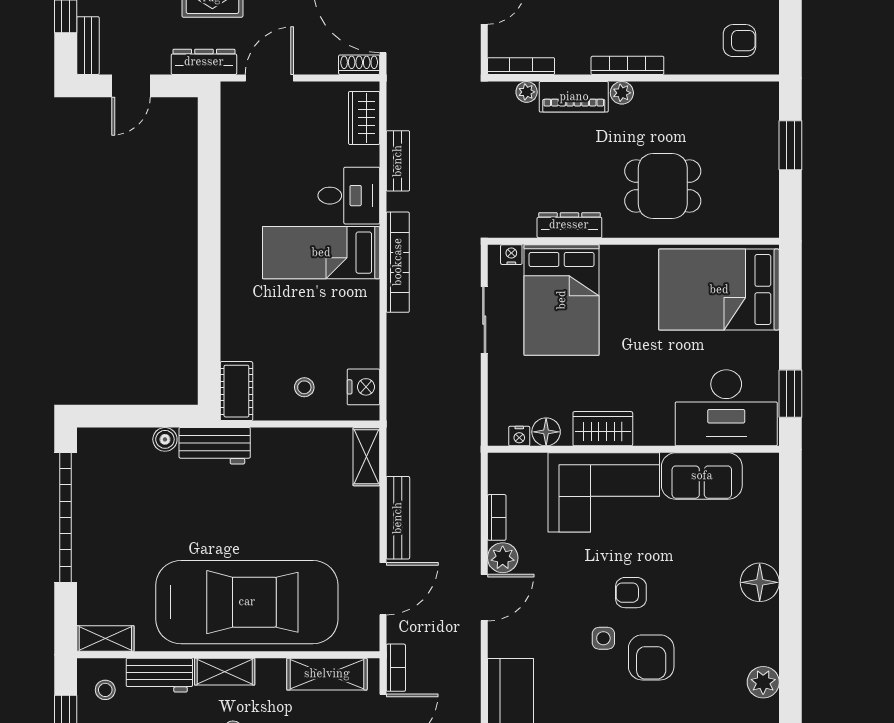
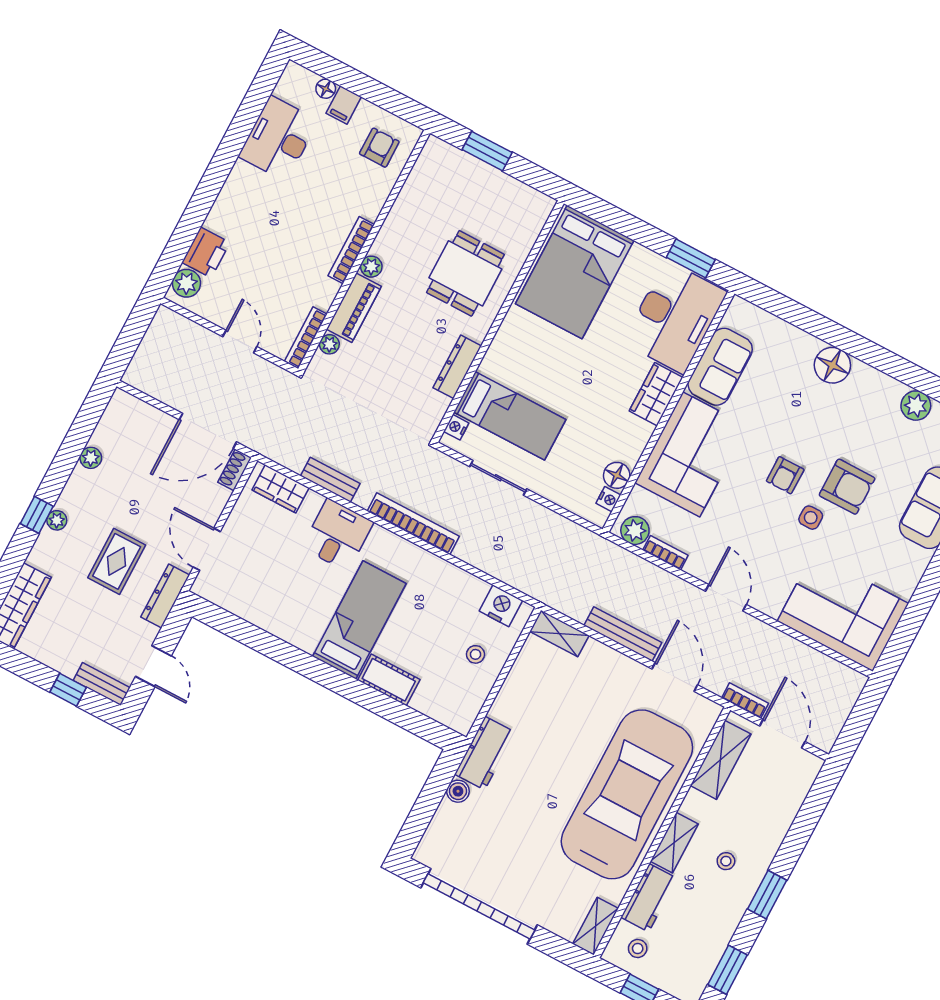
bed: (321, 253) -> (359, 620), moved, turned 180
bed: (562, 300) -> (510, 416), width x0.67
cot: (236, 391) -> (389, 680), moved
wardrobe: (603, 429) -> (656, 394), moved
plant: (503, 558) -> (635, 531), moved

